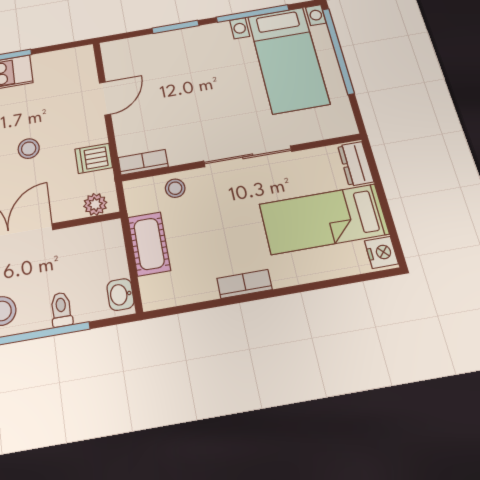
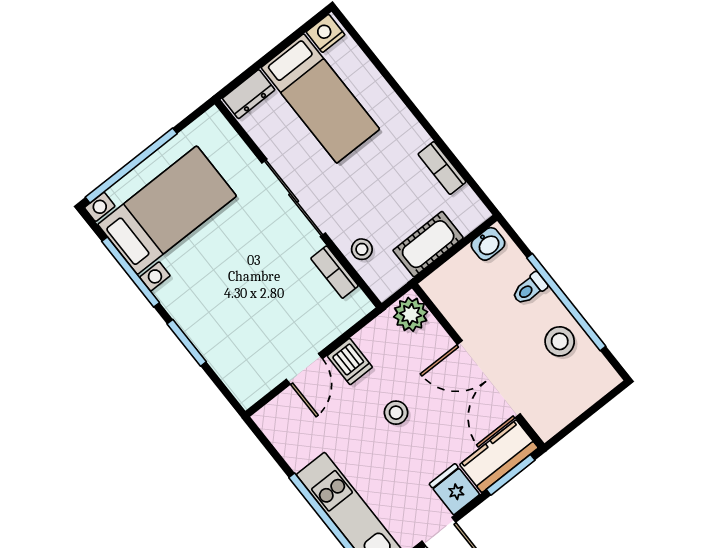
door: (105, 98) -> (304, 369), swing flipped
dishwasher: (94, 158) -> (350, 362), moved
bookcase: (143, 162) -> (334, 272), moved
plant: (95, 204) -> (411, 314), width x1.38, depth x1.38
bookcase: (245, 284) -> (442, 168), moved

